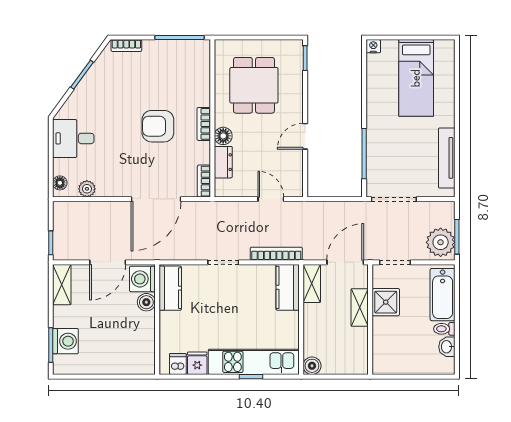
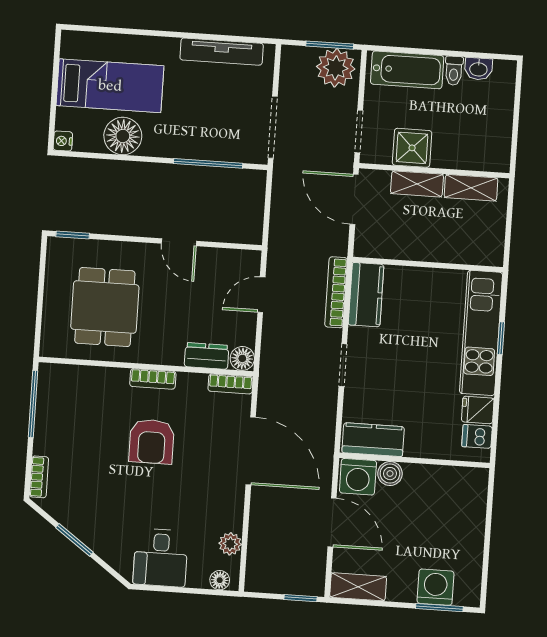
dining table: (254, 85) -> (105, 307), turned 90
floor lamp: (380, 90) -> (123, 136), added
floor lamp: (223, 136) -> (242, 358), moved
shelving: (312, 283) -> (471, 188), moved
kitchen counter: (288, 287) -> (366, 295), moved, turned -90
boiler: (312, 366) -> (492, 254), removed

